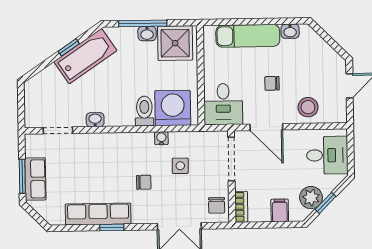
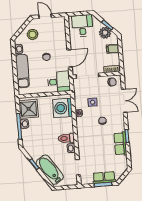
bathtub: (85, 56) -> (50, 170), moved
stool: (308, 107) -> (33, 34), moved
toilet: (144, 111) -> (66, 138), moved
row of seats: (98, 214) -> (120, 144), width x0.68

